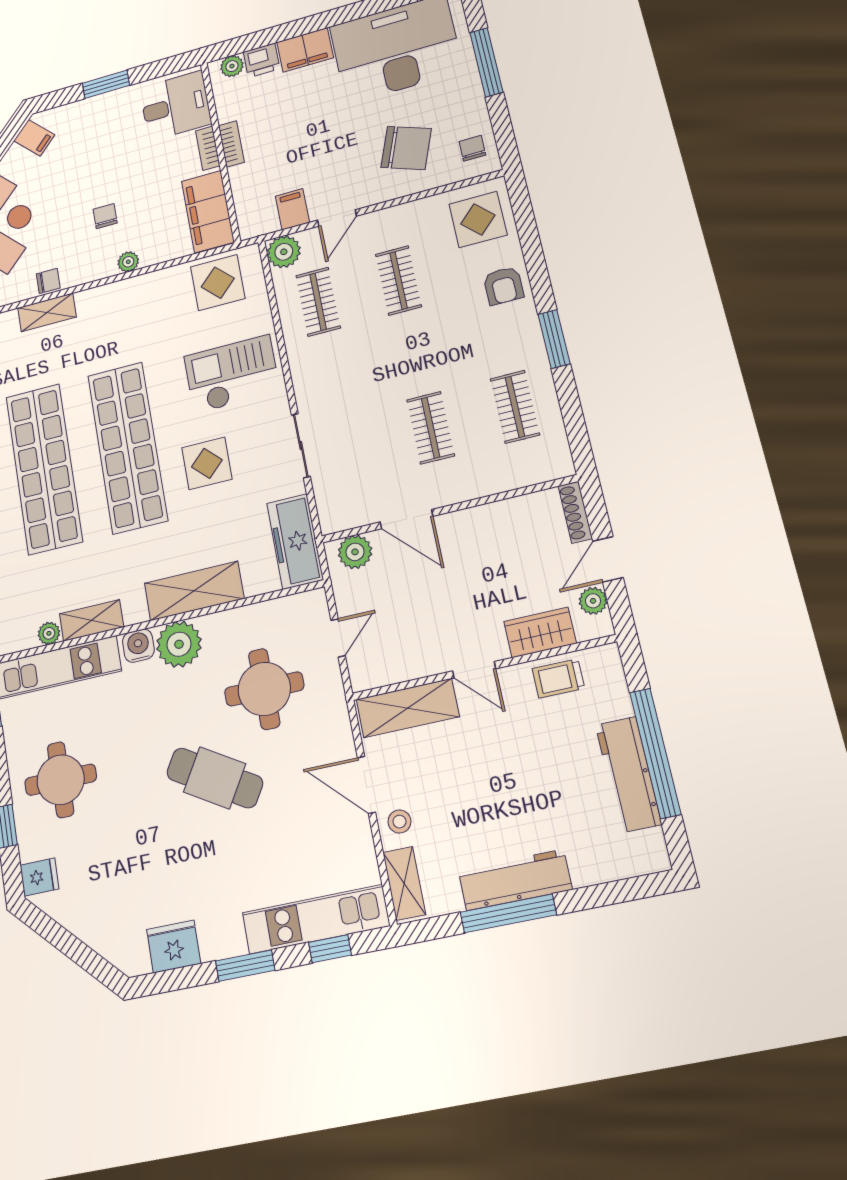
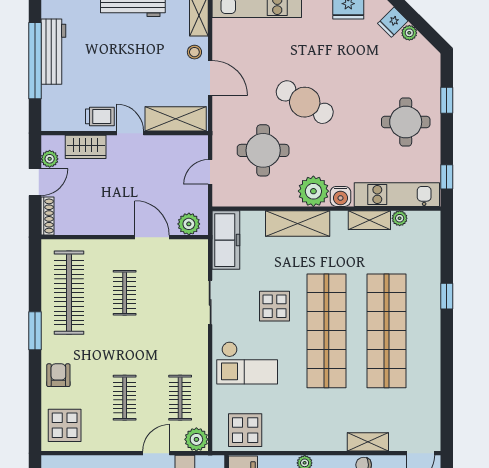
clothes rail: (515, 407) -> (69, 293), width x1.86, depth x1.31
trolley: (558, 678) -> (100, 116), moved
fridge: (39, 877) -> (393, 22), moved, turned -45
plant: (75, 921) -> (409, 33), added

